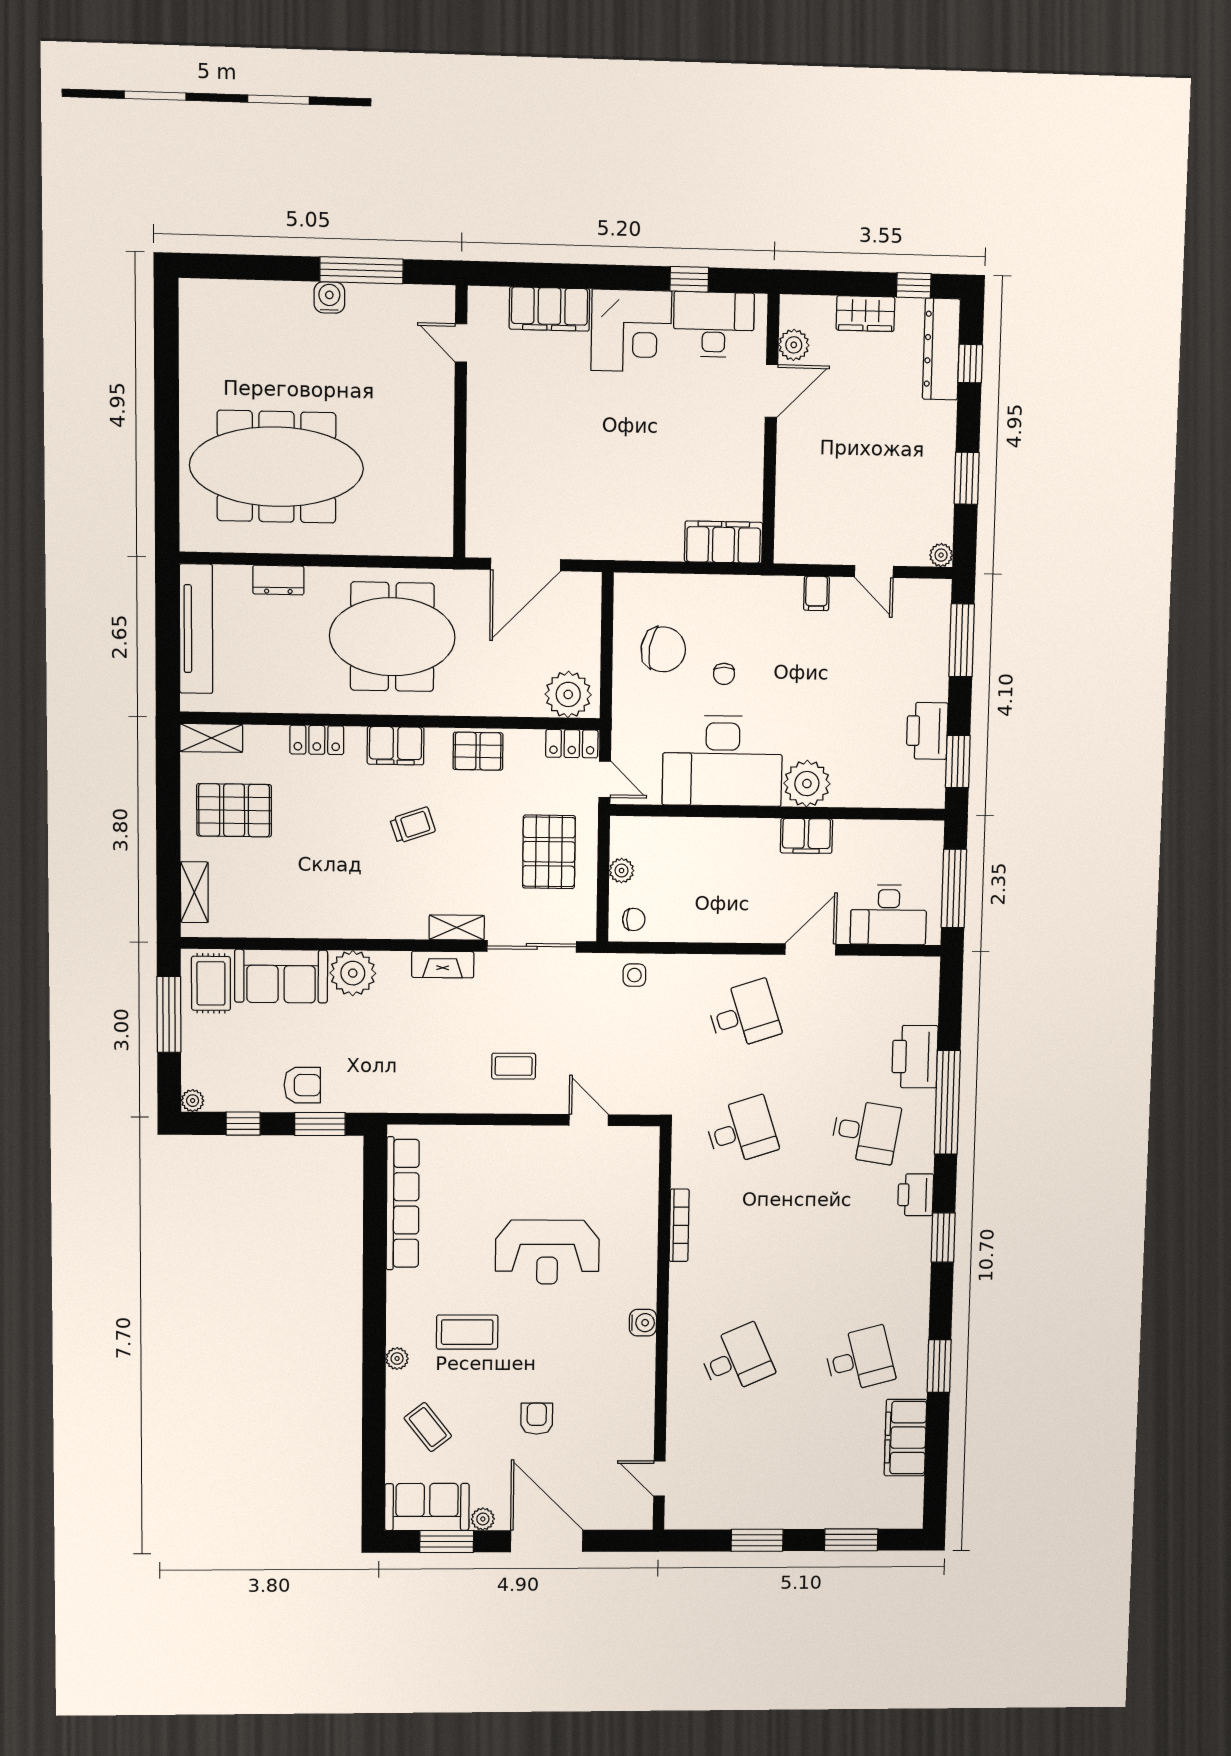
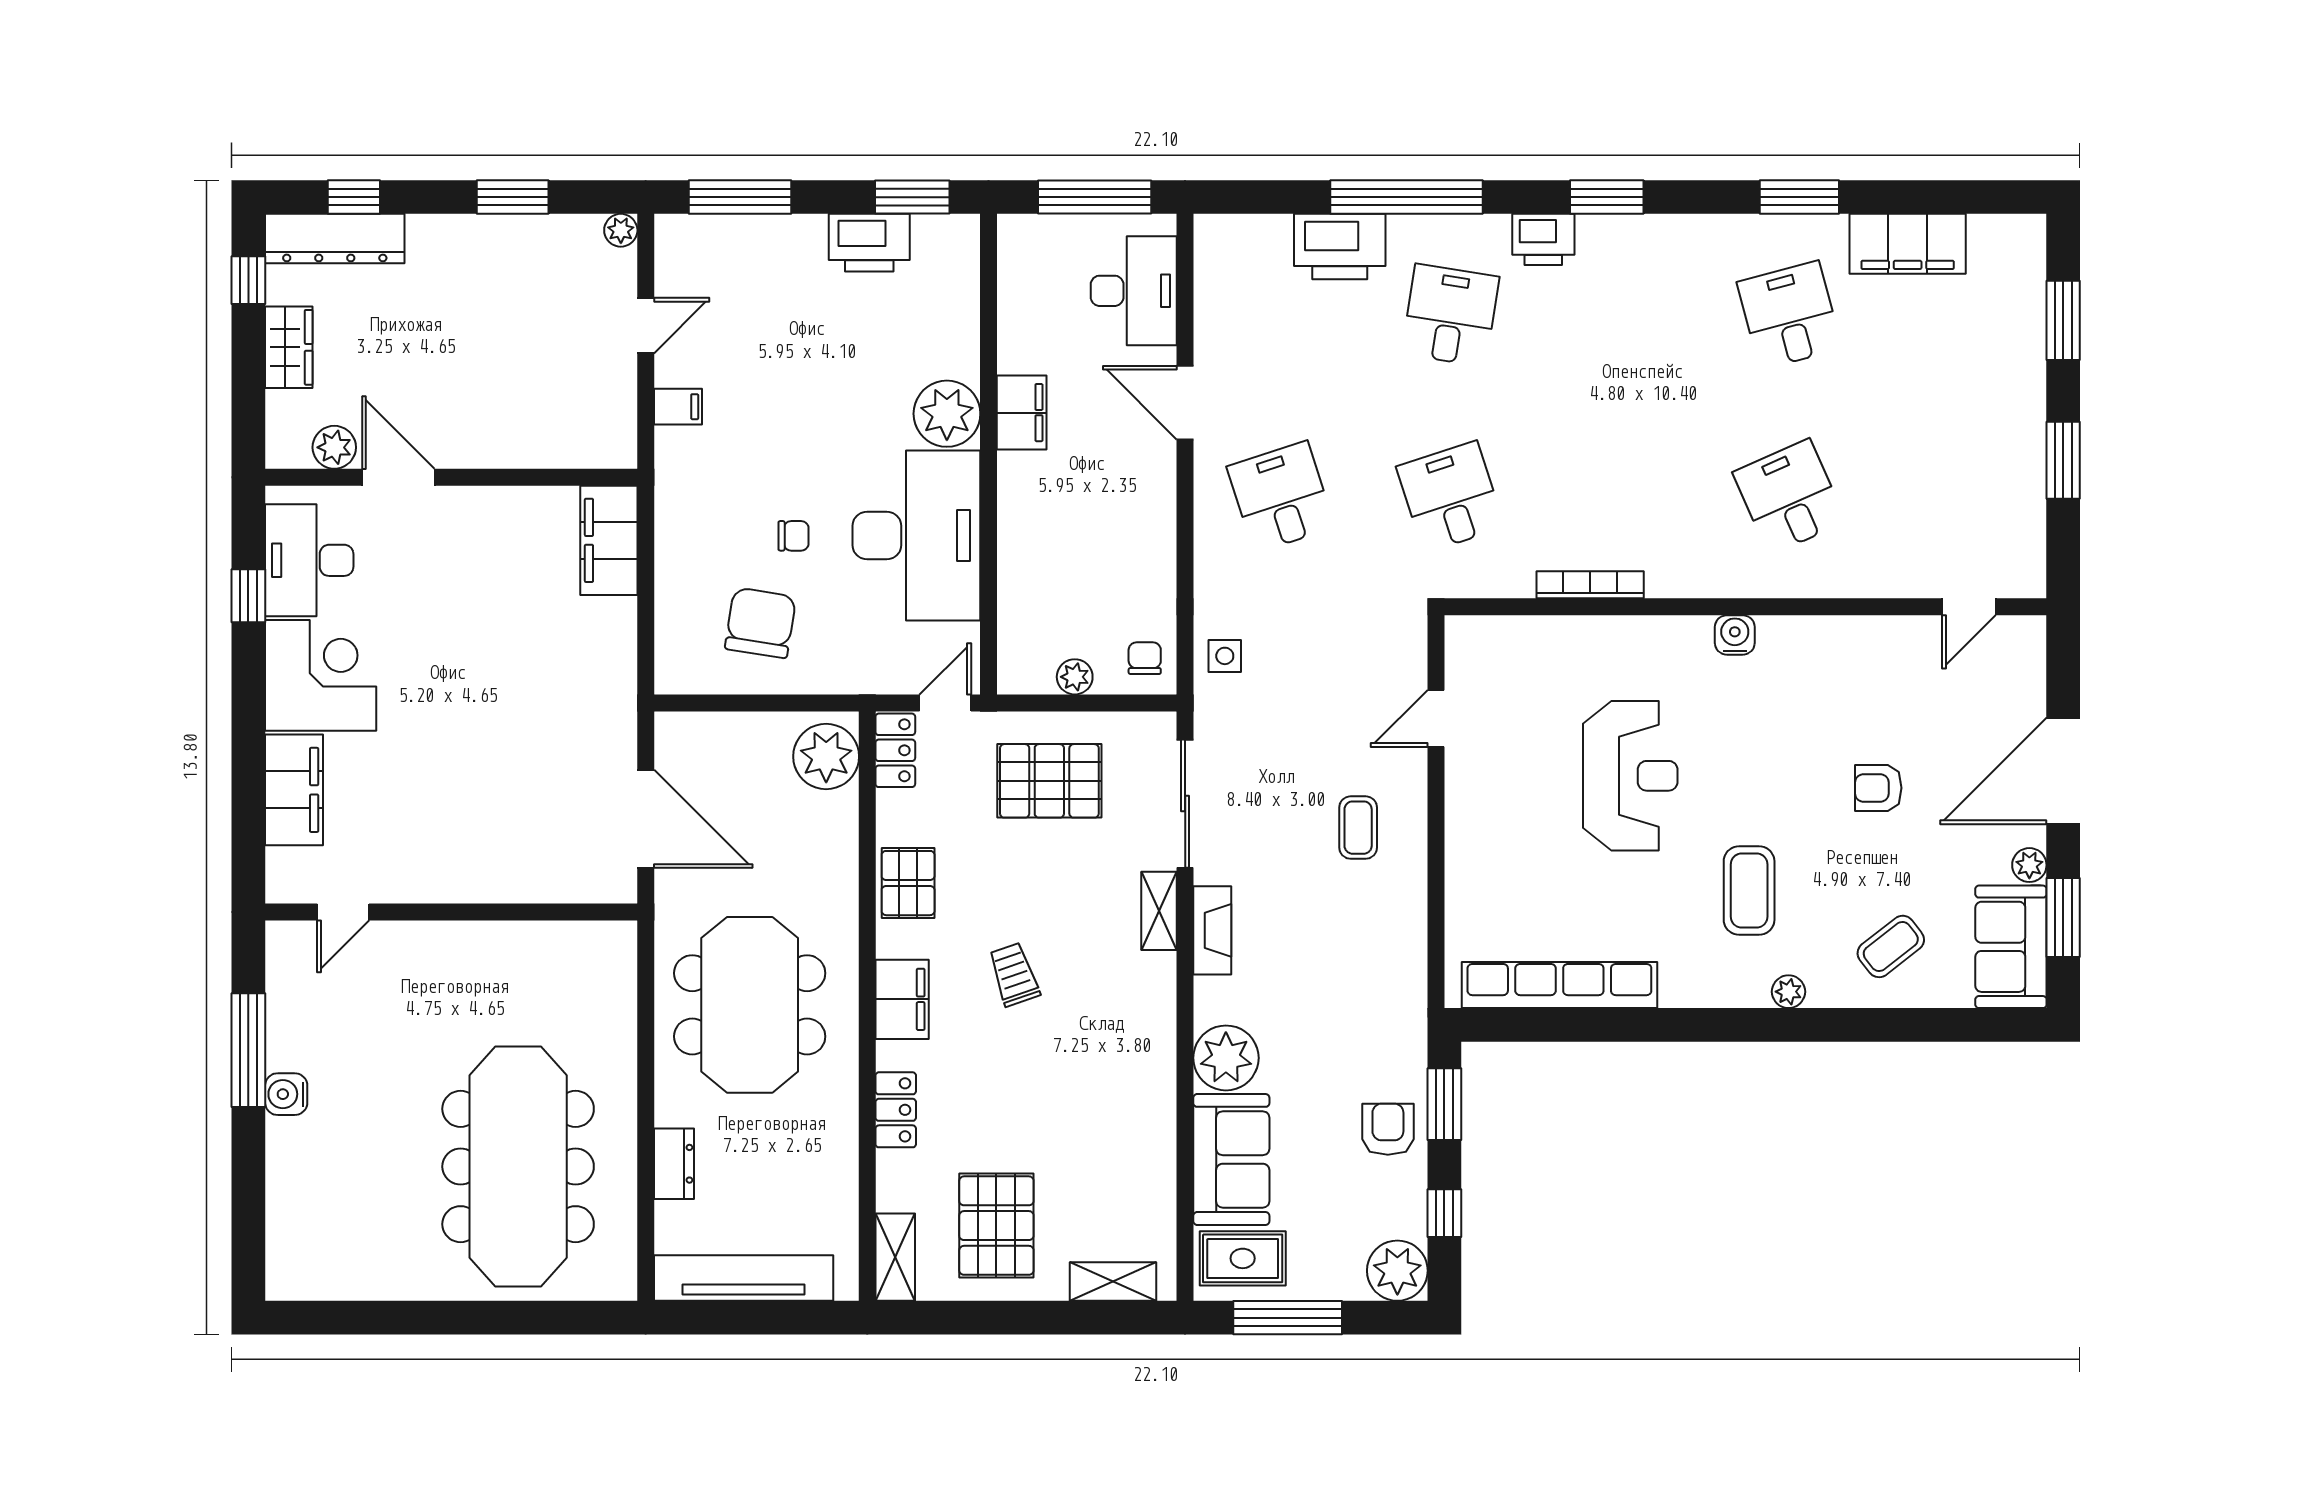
plant: (193, 1101) -> (1397, 1271), width x1.88, depth x1.88

